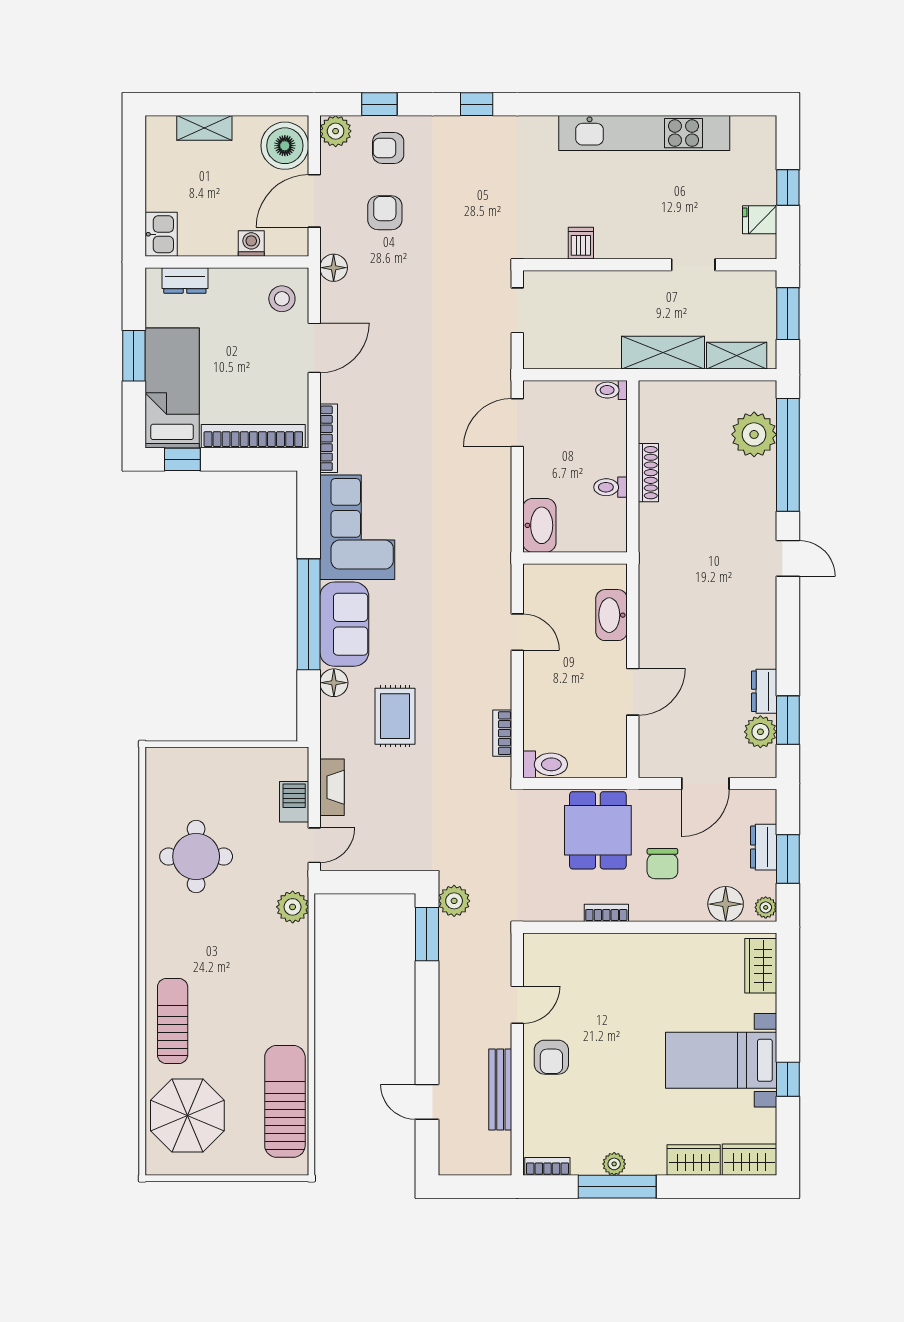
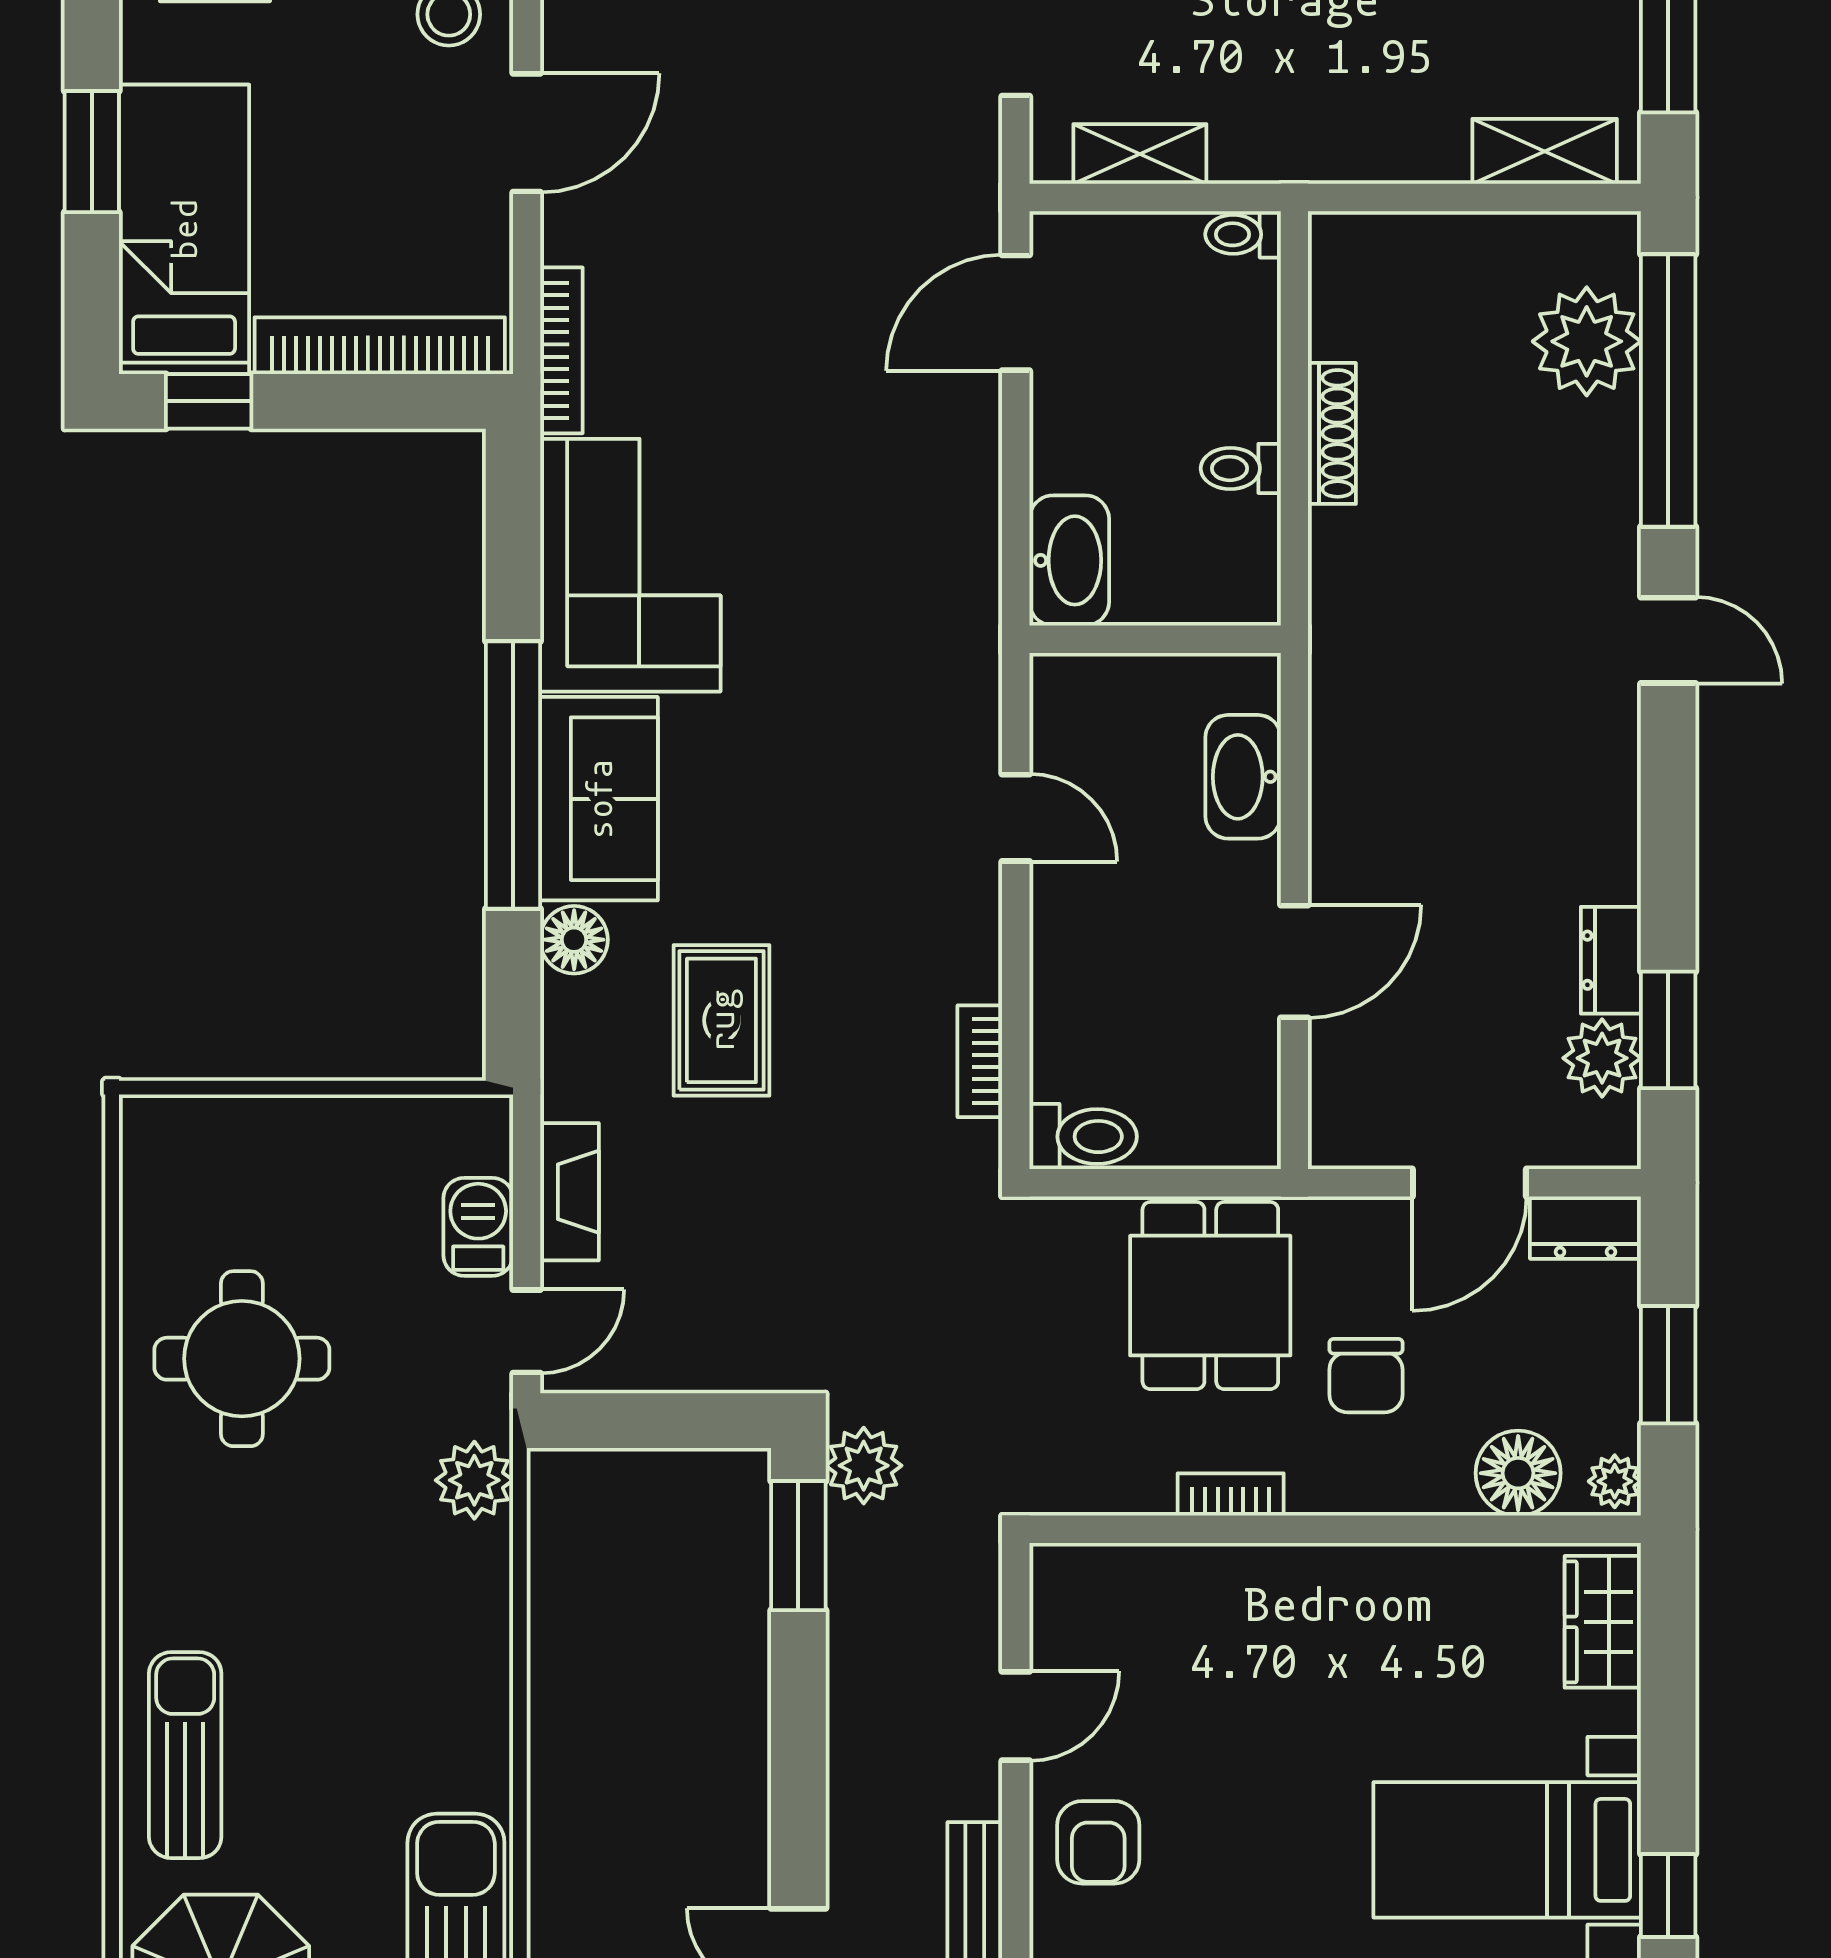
shelving: (663, 353) -> (1140, 154), moved, width x0.67, depth x0.75
dresser: (764, 847) -> (1585, 1228), moved, turned -90

